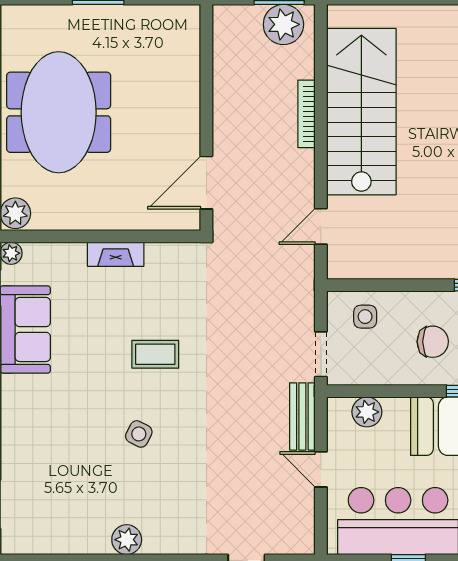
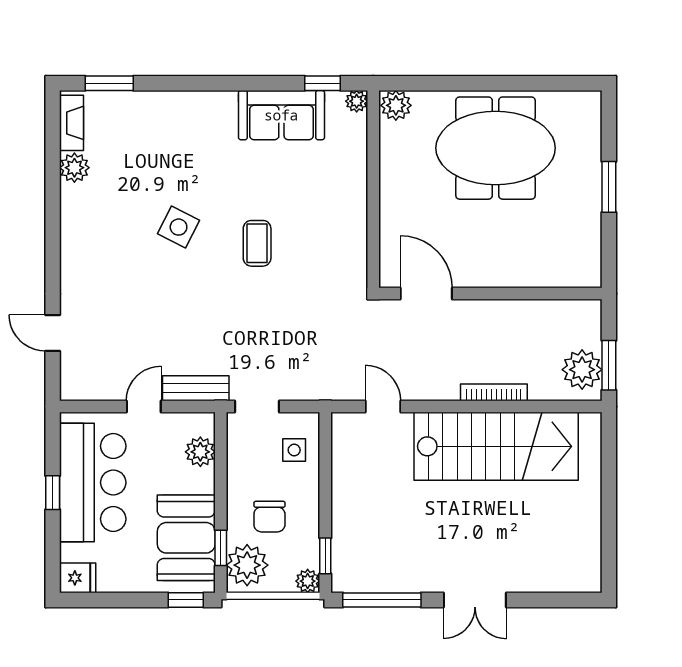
fireplace: (116, 254) -> (72, 123), moved, turned 180
side table: (139, 434) -> (179, 227), width x1.37, depth x1.37
plant: (127, 540) -> (74, 168), moved

